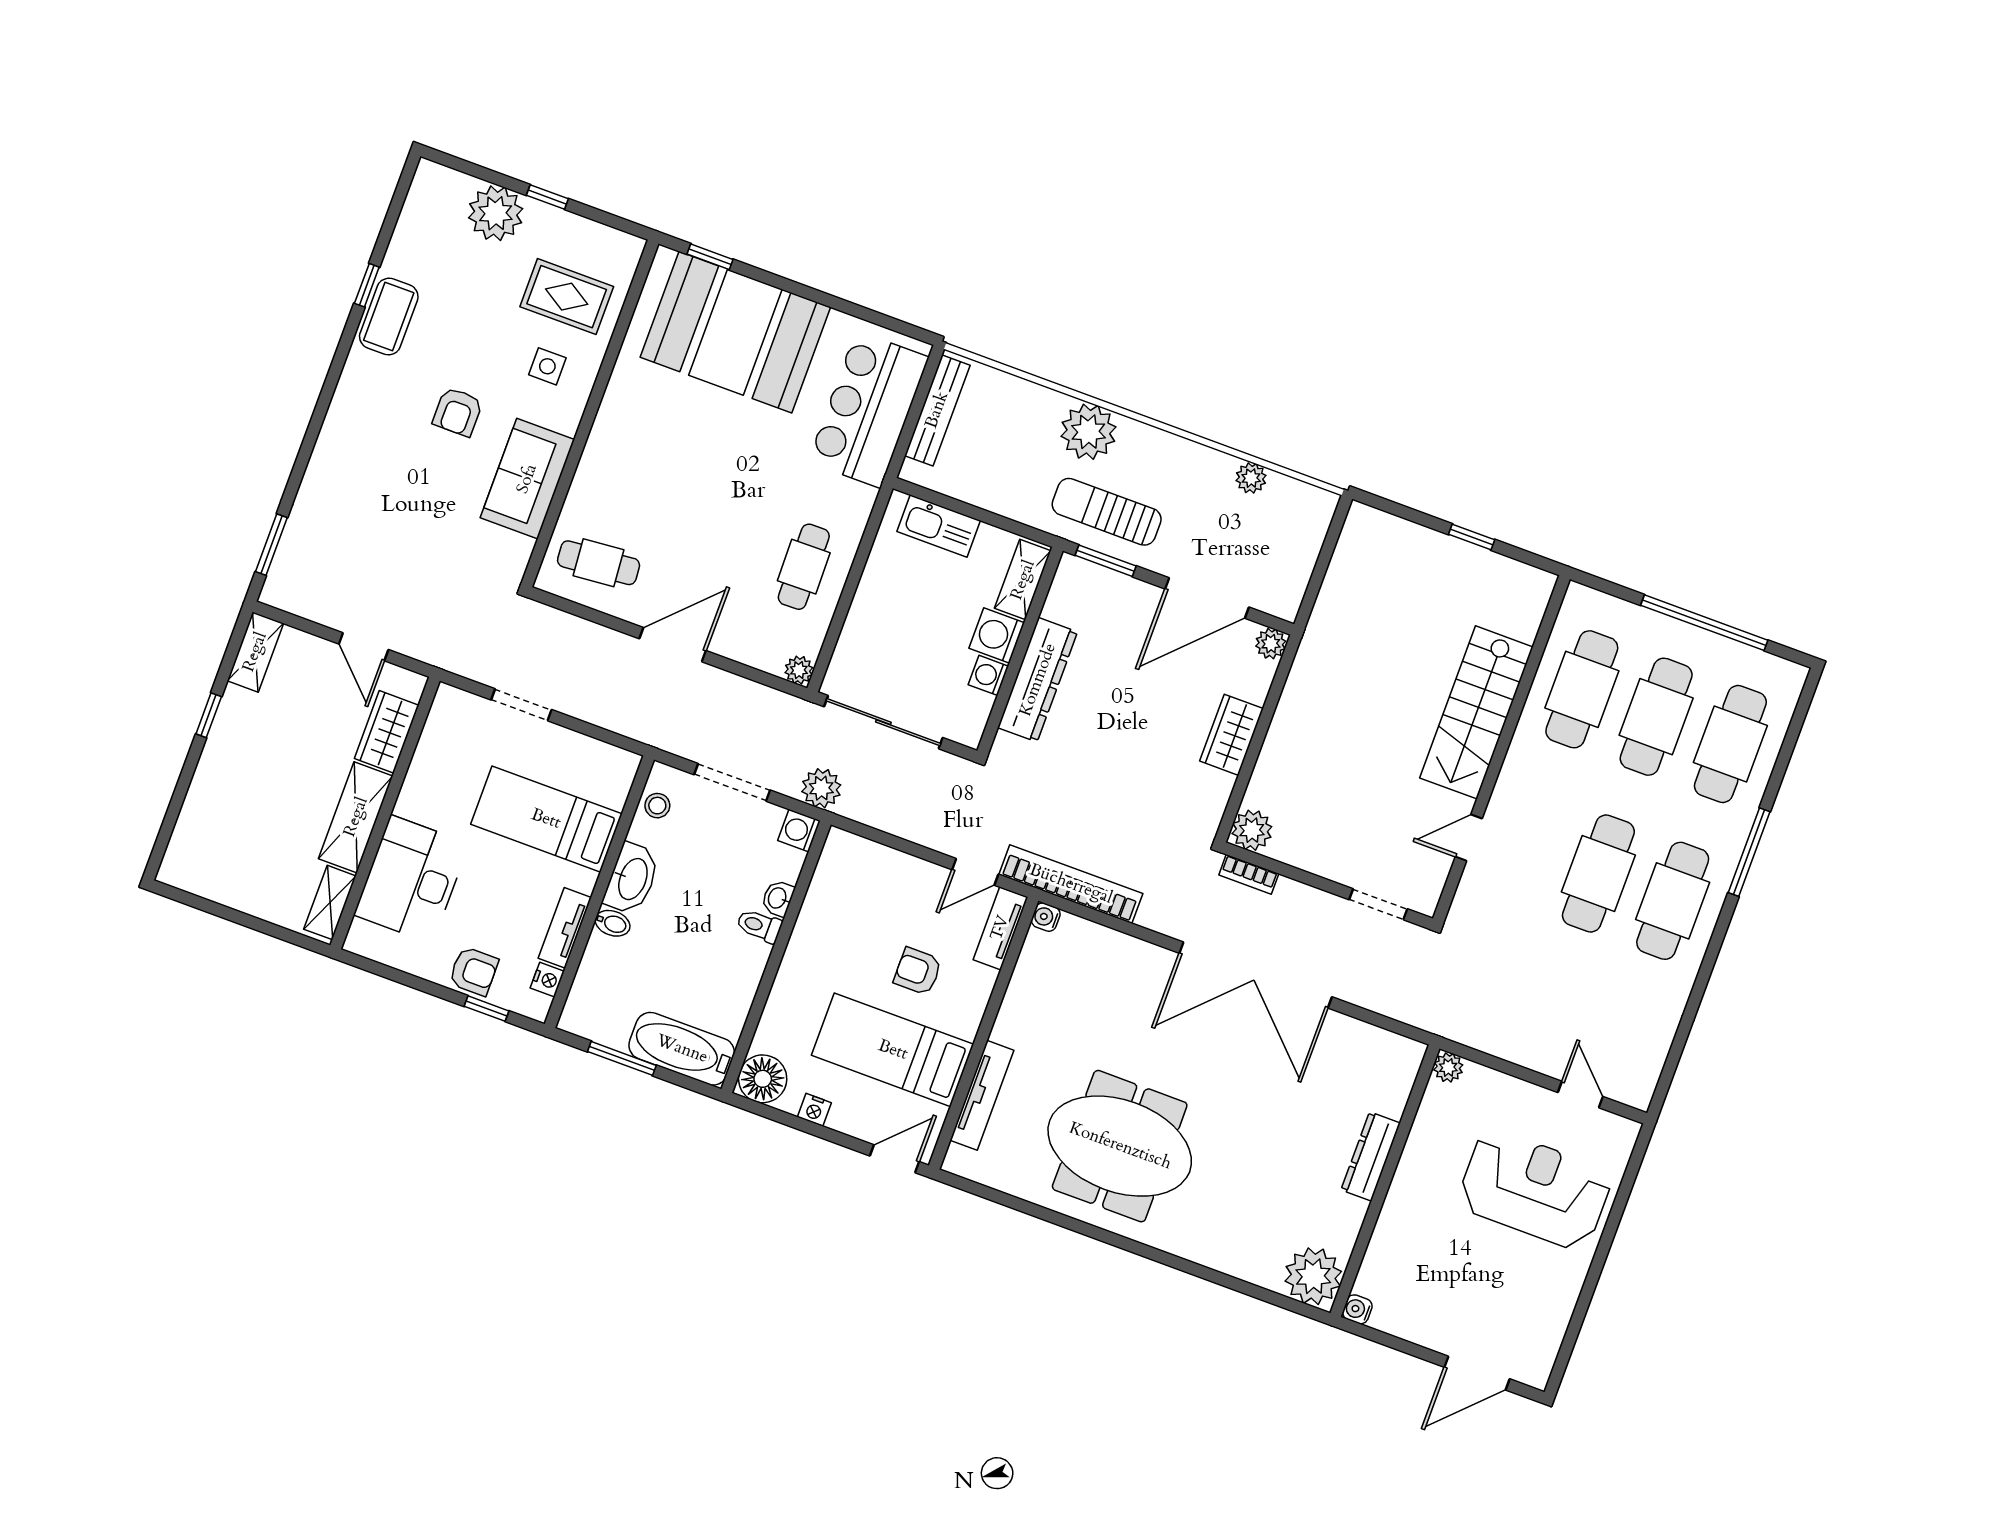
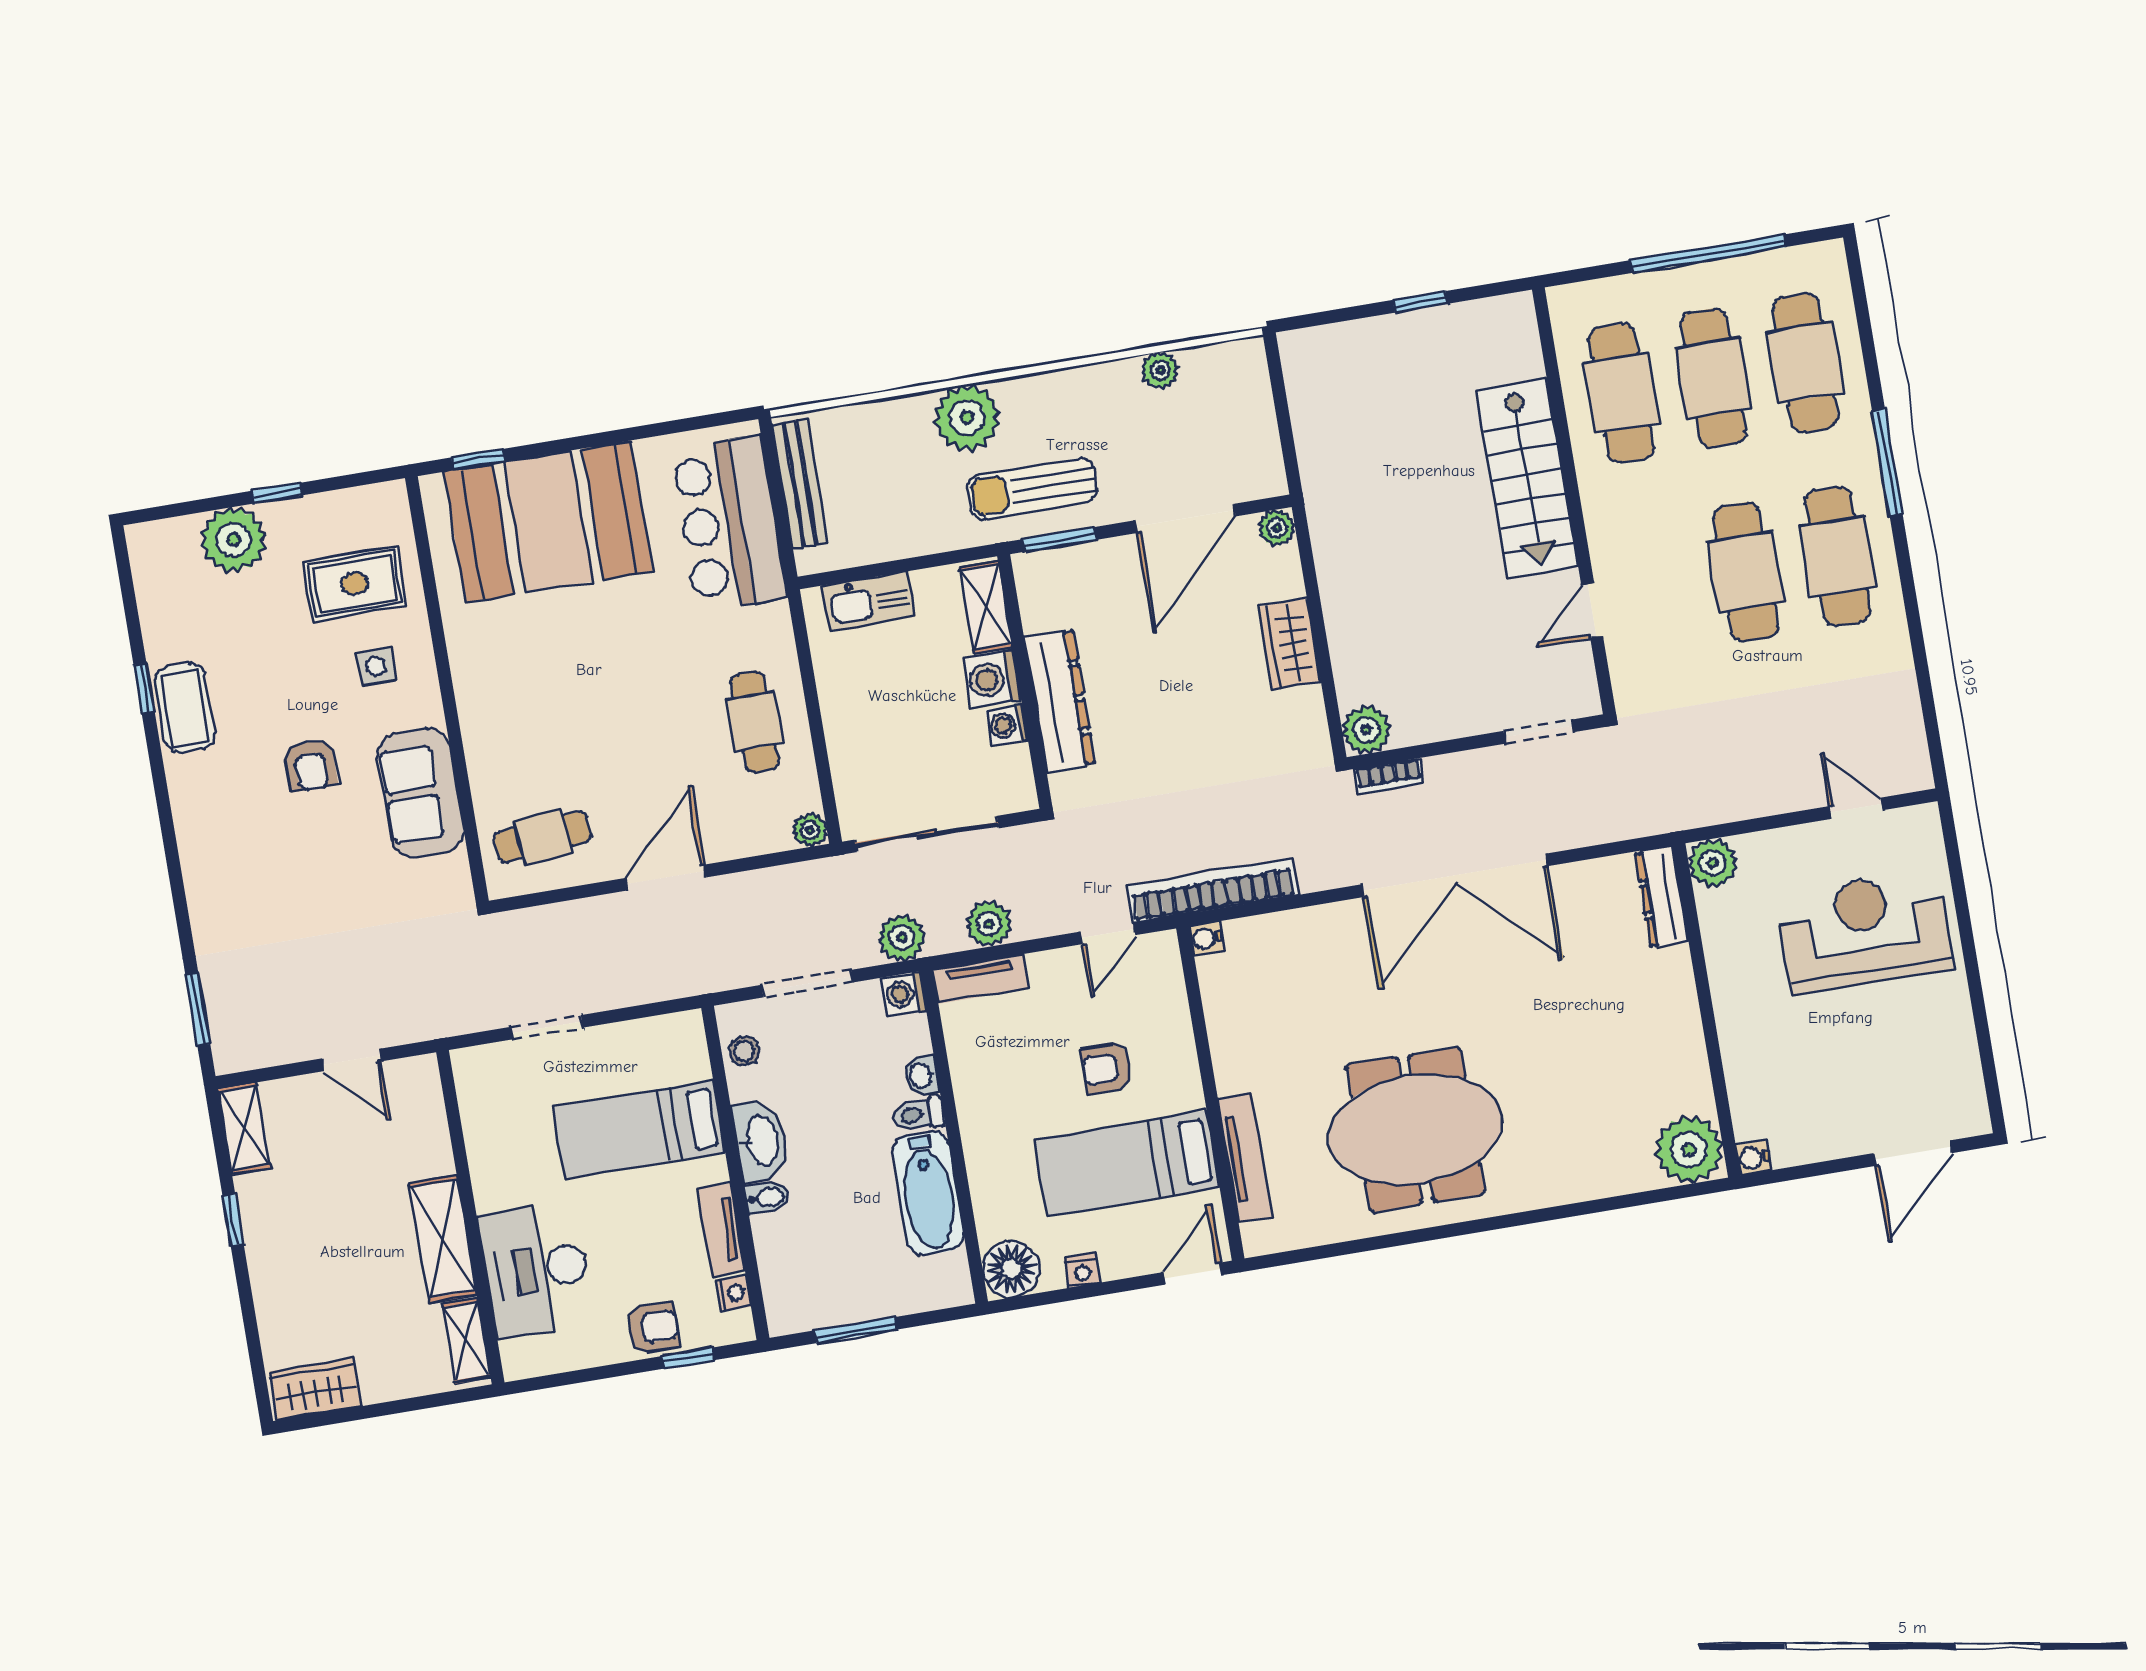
wardrobe: (387, 732) -> (315, 1389), moved, turned 90
plant: (892, 815) -> (989, 924), added
tv unit: (1000, 928) -> (981, 979), moved, turned -90
bathtub: (682, 1049) -> (928, 1193), moved, turned -90
plant: (1448, 1067) -> (1713, 863), width x1.38, depth x1.38
dresser: (1371, 1156) -> (1662, 897), moved

